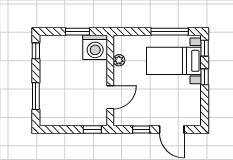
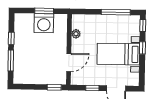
washing machine: (95, 47) -> (44, 23), moved
window: (36, 51) -> (11, 38), moved
bed with nightstands: (174, 61) -> (118, 54), moved

